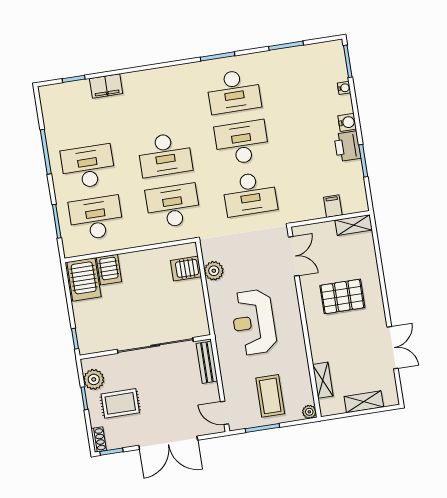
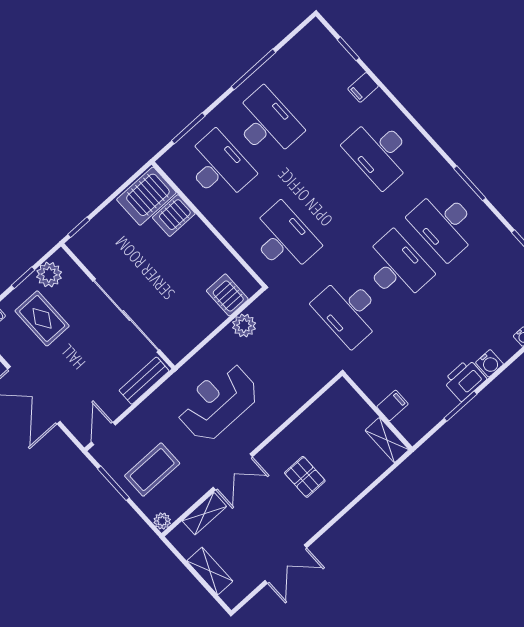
filing cabinet: (106, 86) -> (363, 87), width x0.50
desk: (165, 155) -> (379, 152), moved
double door: (294, 256) -> (233, 472), moved
pallet: (342, 296) -> (305, 477), width x0.67, depth x0.71

